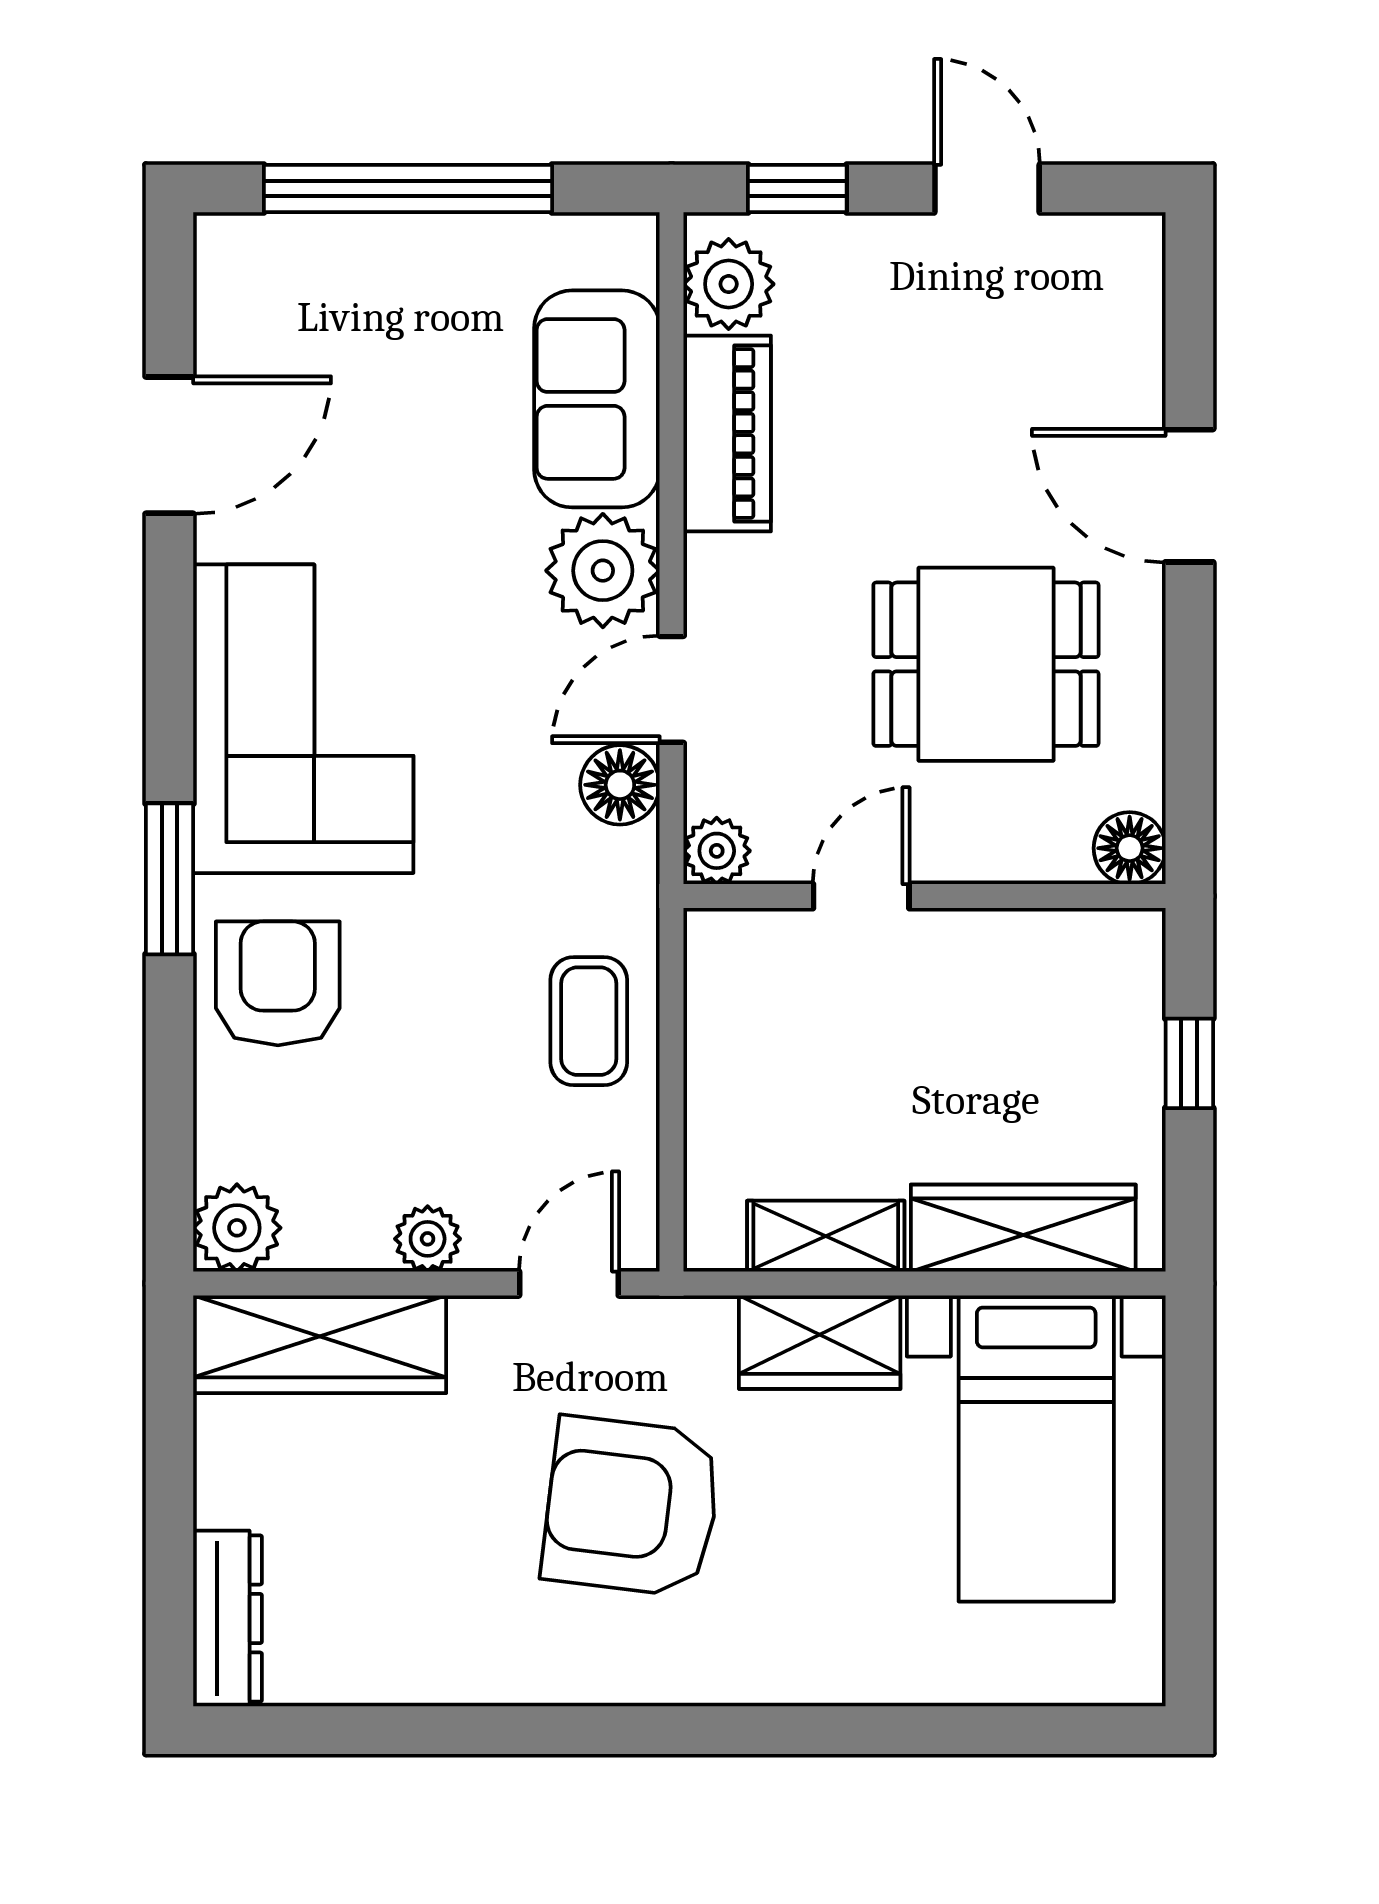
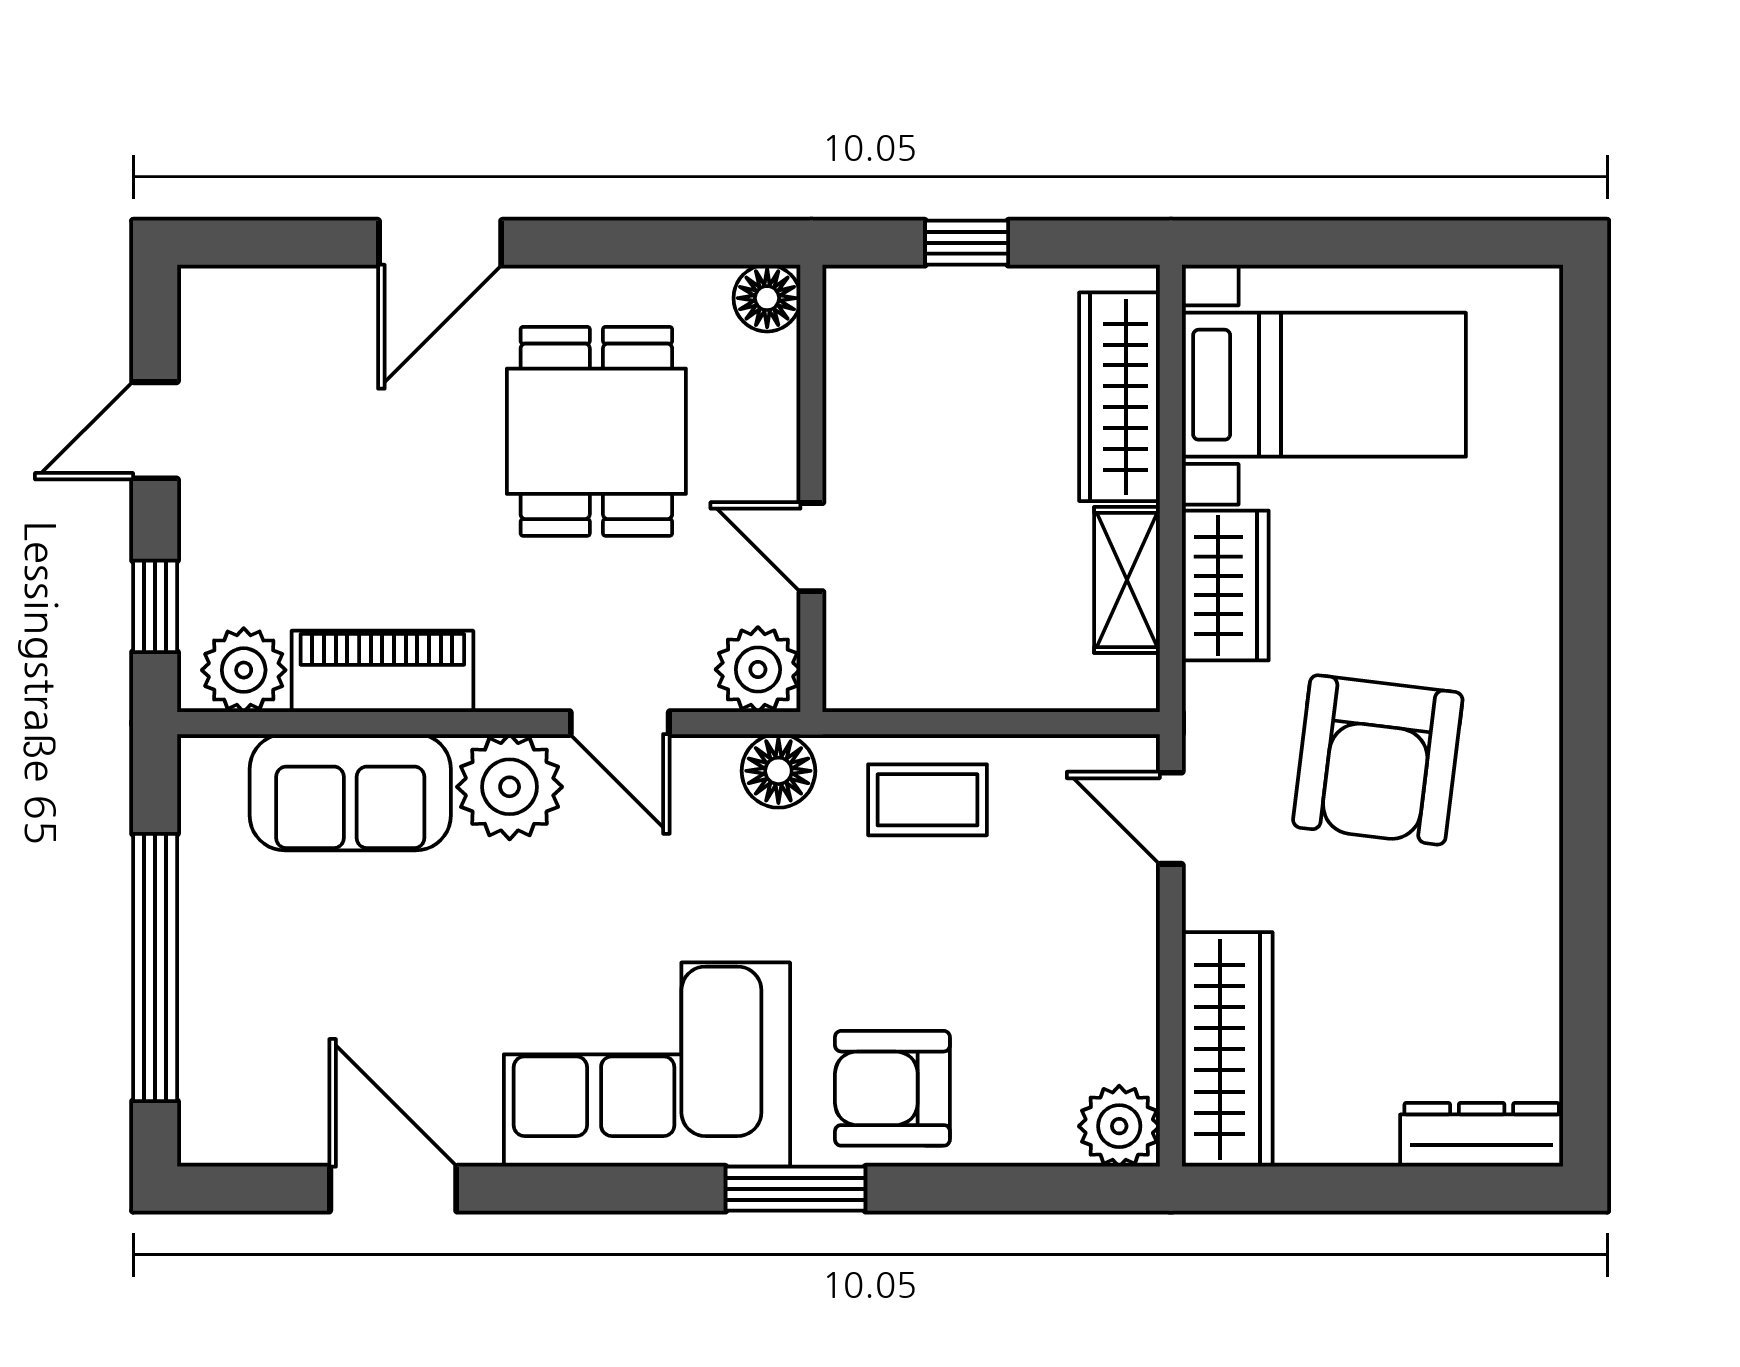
floor lamp: (620, 785) -> (778, 771), moved
plant: (717, 851) -> (758, 669), width x1.38, depth x1.38
plant: (428, 1239) -> (1129, 949), removed

